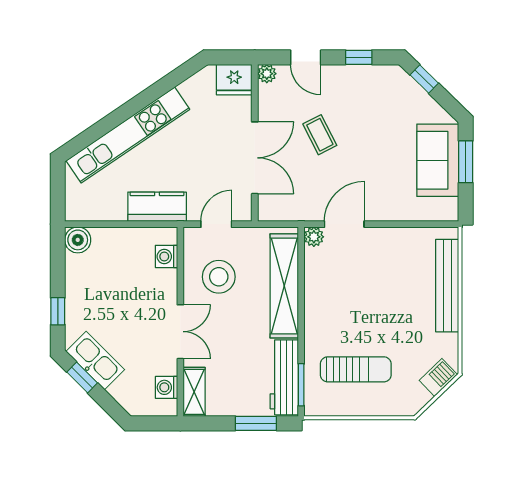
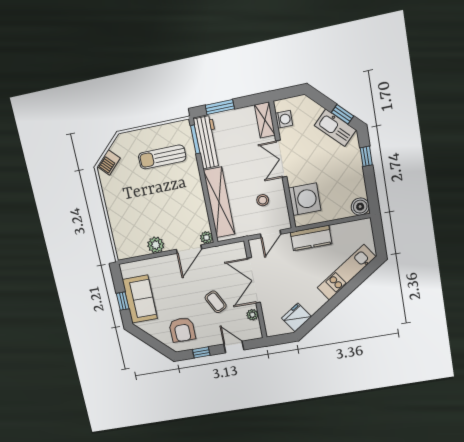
plant: (267, 74) -> (252, 315), moved
window: (424, 79) -> (159, 346), removed
fridge: (234, 80) -> (297, 317), moved, turned -34
armchair: (381, 99) -> (182, 330), added
kitchen unit: (128, 135) -> (346, 272), width x0.73
window: (466, 162) -> (123, 301), width x0.67
plant: (394, 240) -> (156, 245), added
washing machine: (166, 256) -> (305, 199), width x1.89, depth x1.89
stool: (219, 277) -> (263, 200), width x0.53, depth x0.53
bench: (447, 286) -> (116, 222), removed

